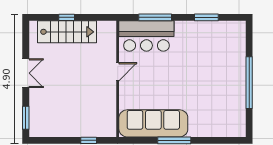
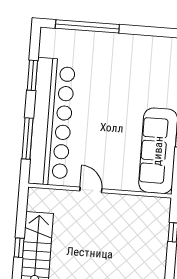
bar counter: (146, 36) -> (52, 122), width x1.86
window: (249, 83) -> (87, 26), moved

